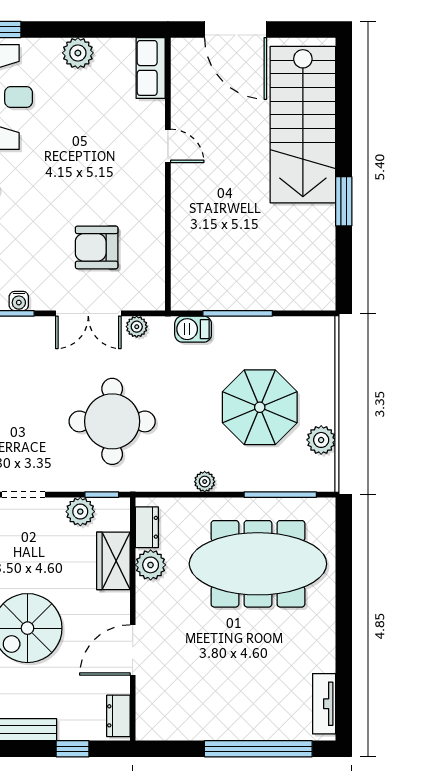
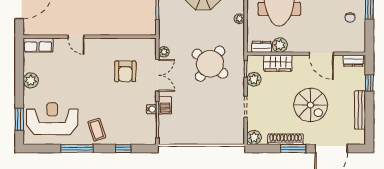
door: (168, 146) -> (76, 37), swing flipped
barbecue: (193, 329) -> (165, 105), moved
round table: (112, 421) -> (210, 64), turned 37
chair: (207, 709) -> (350, 18), added

